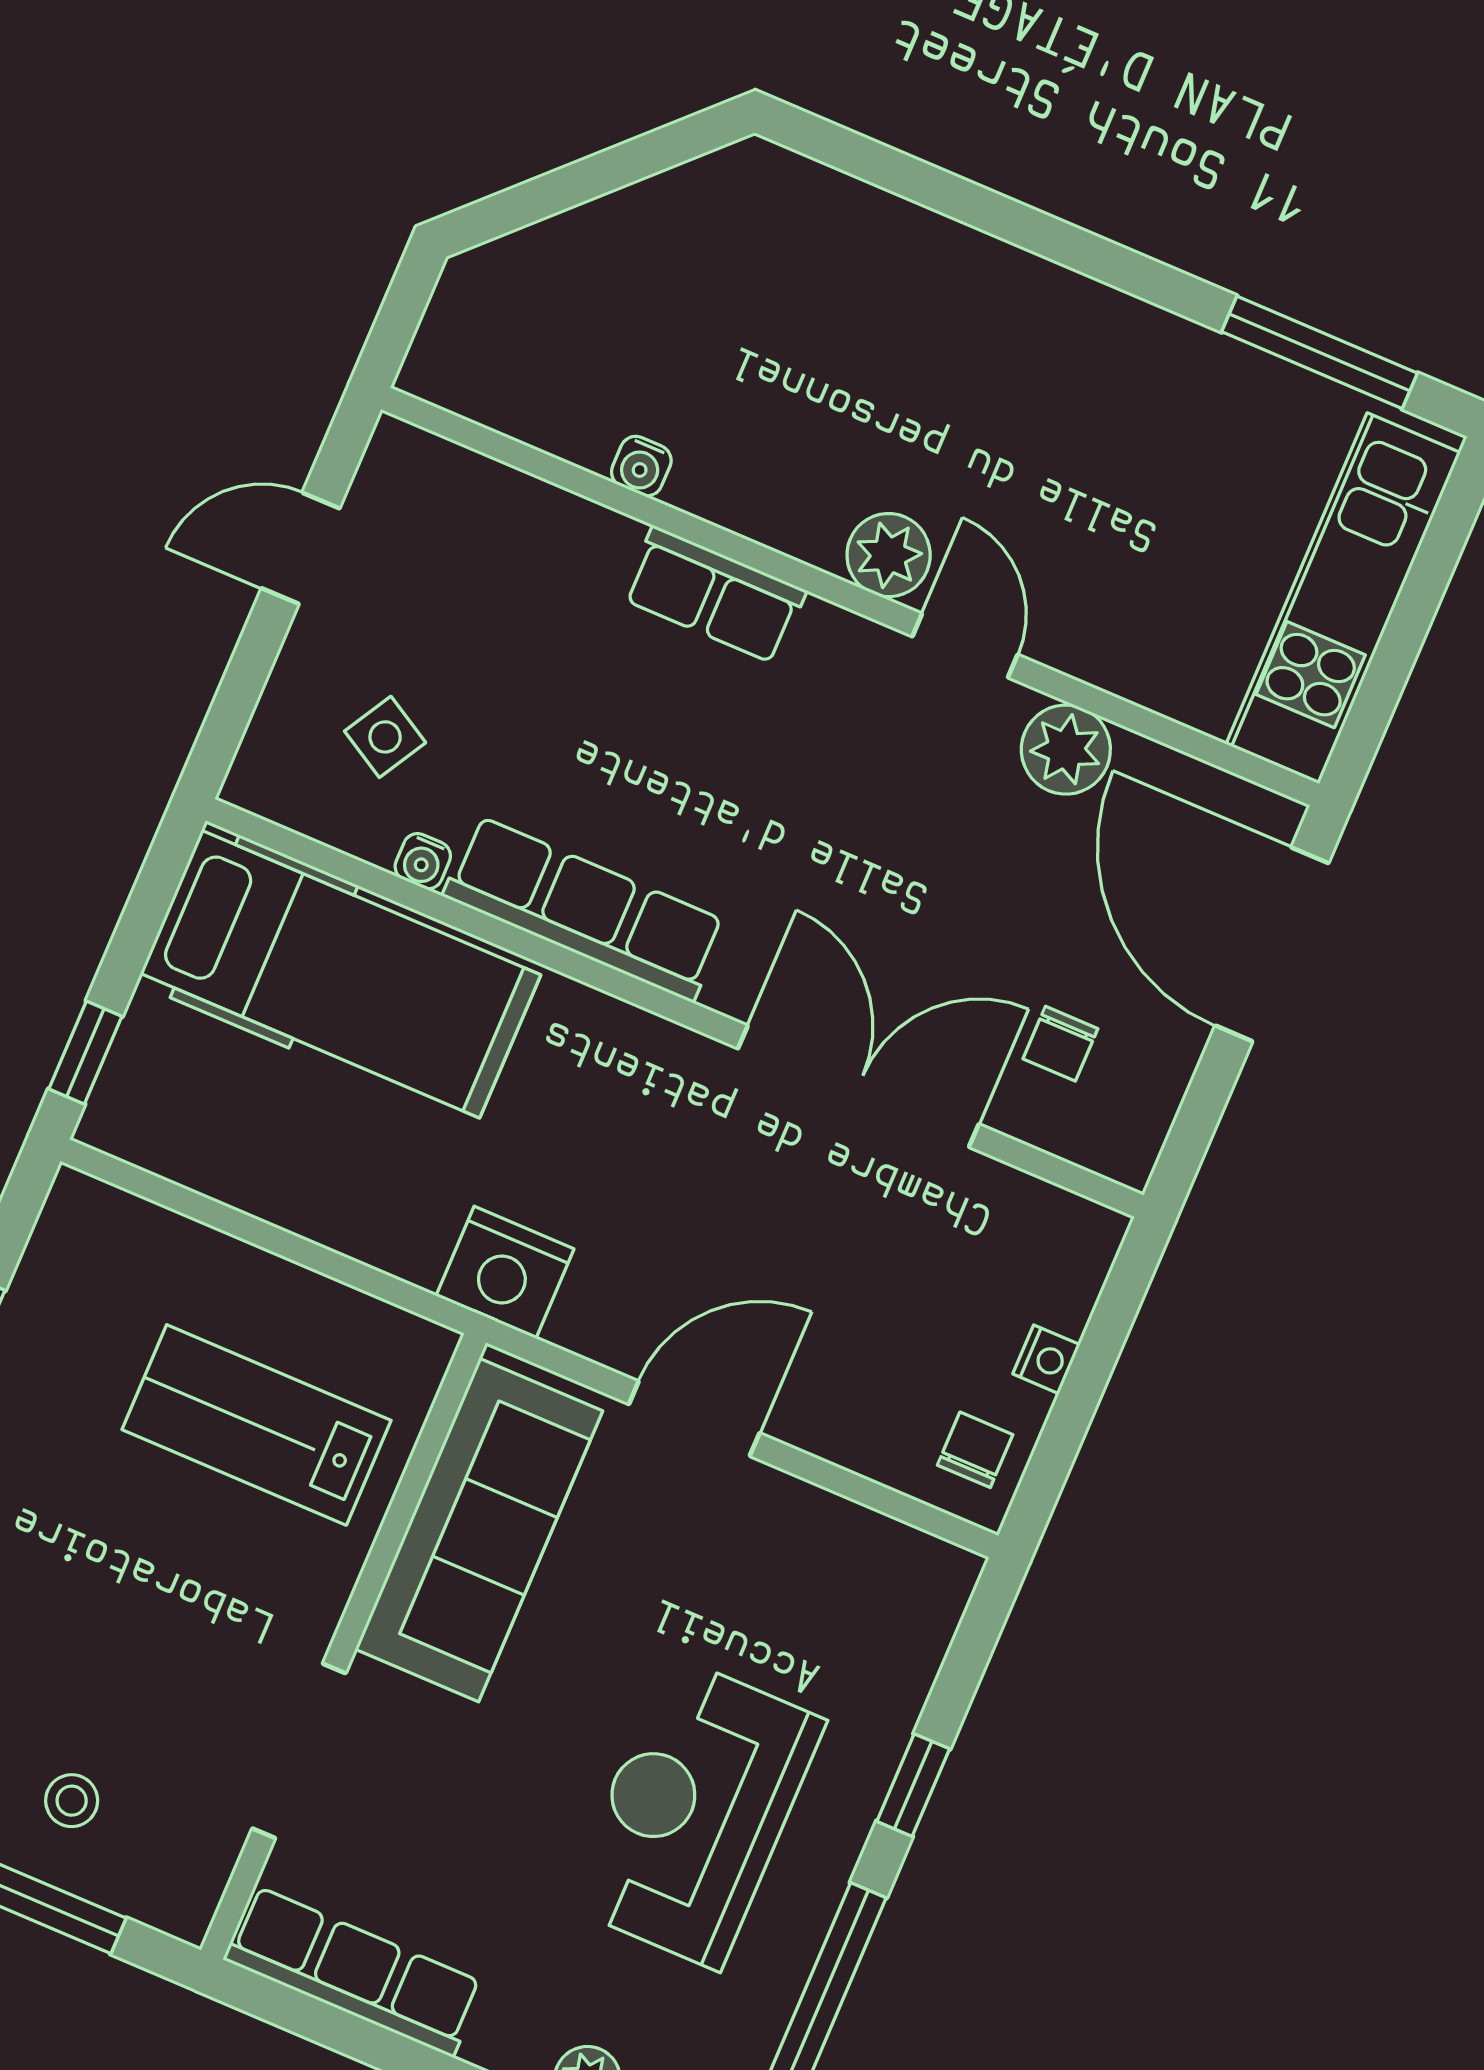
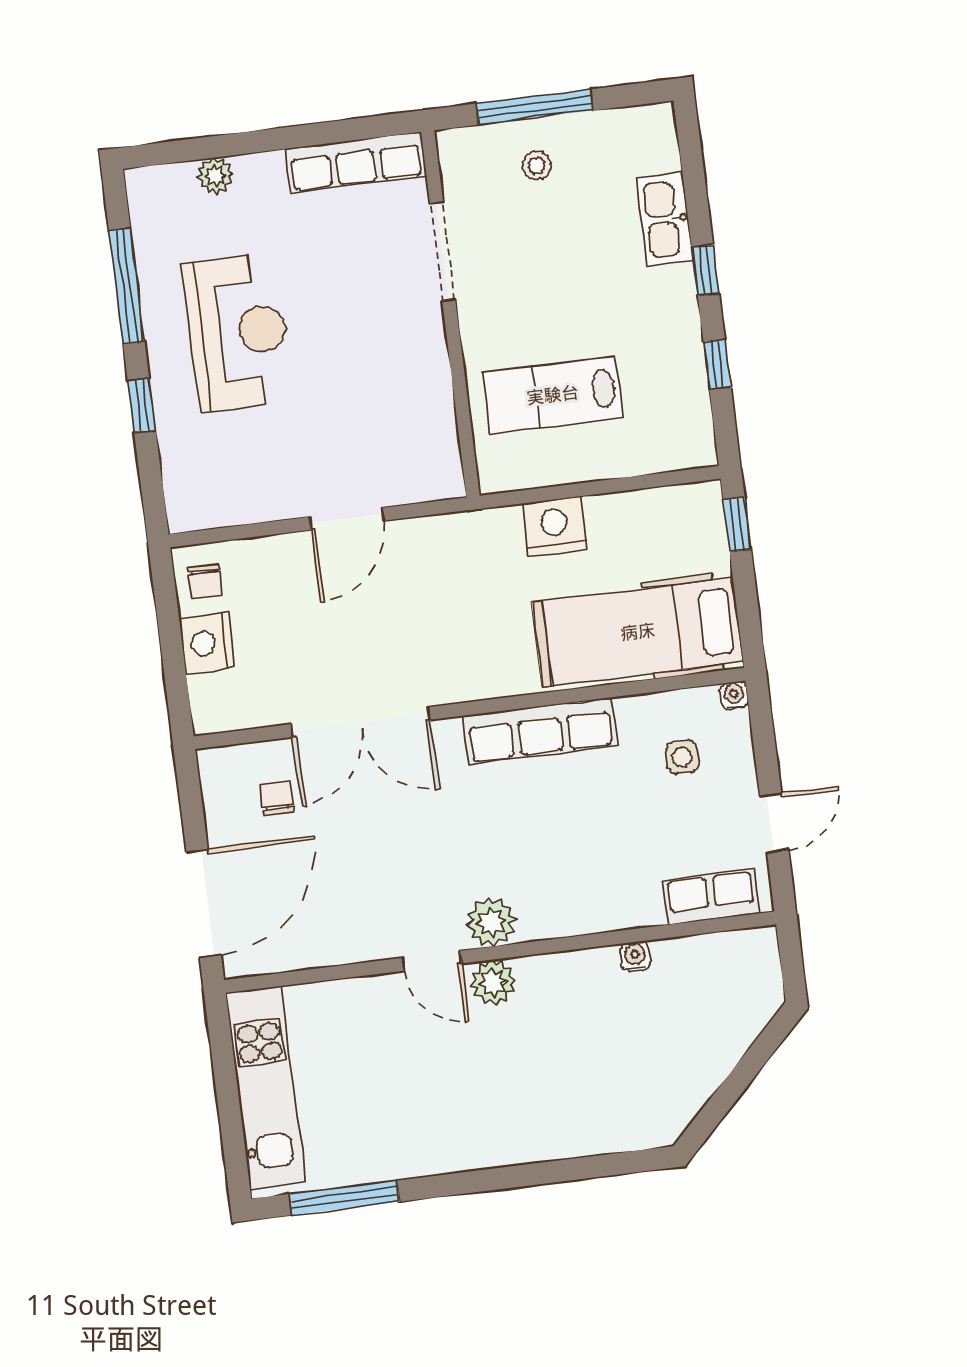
row of seats: (714, 595) -> (711, 897), moved
side table: (385, 737) -> (682, 757), turned -30
plant: (1066, 750) -> (491, 922), moved
water cooler: (423, 861) -> (734, 695), moved
door: (1272, 944) -> (204, 904), hinge flipped
nightstand: (505, 1272) -> (555, 526), moved
nightstand: (1046, 1359) -> (207, 643), width x1.89, depth x1.79
lab bench: (256, 1425) -> (553, 395), turned 180
sofa: (479, 1530) -> (418, 406), removed

